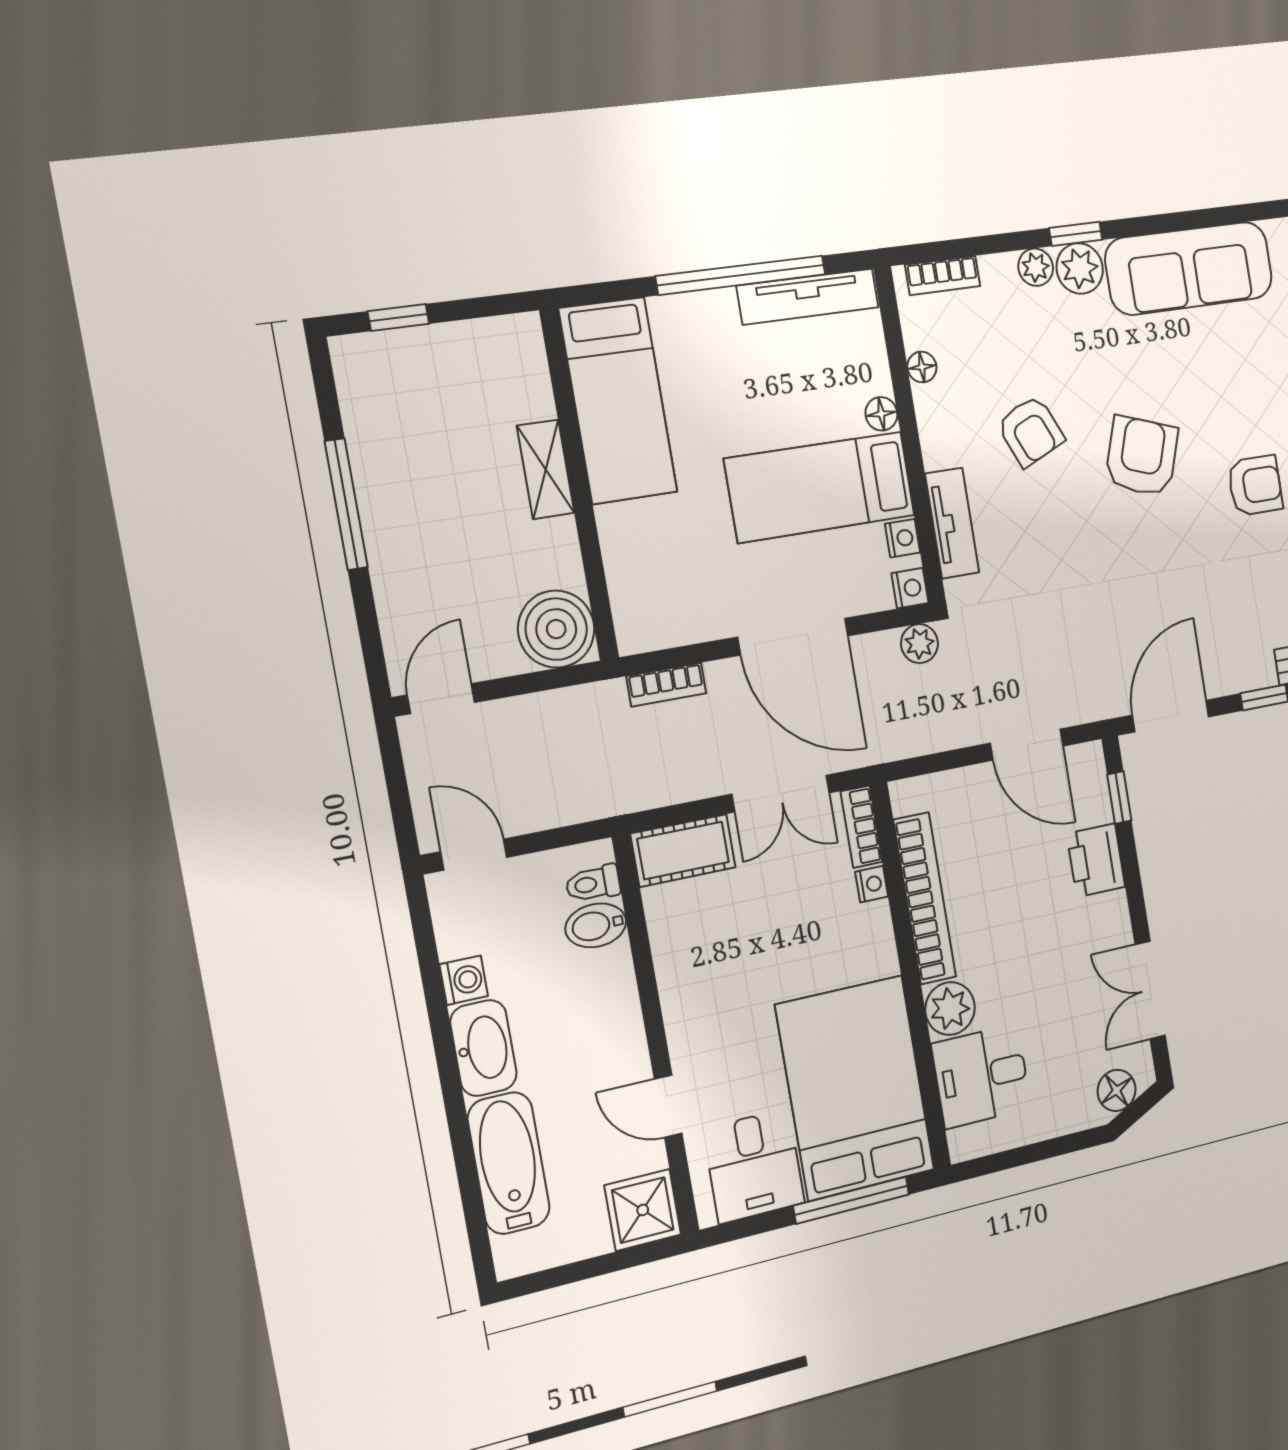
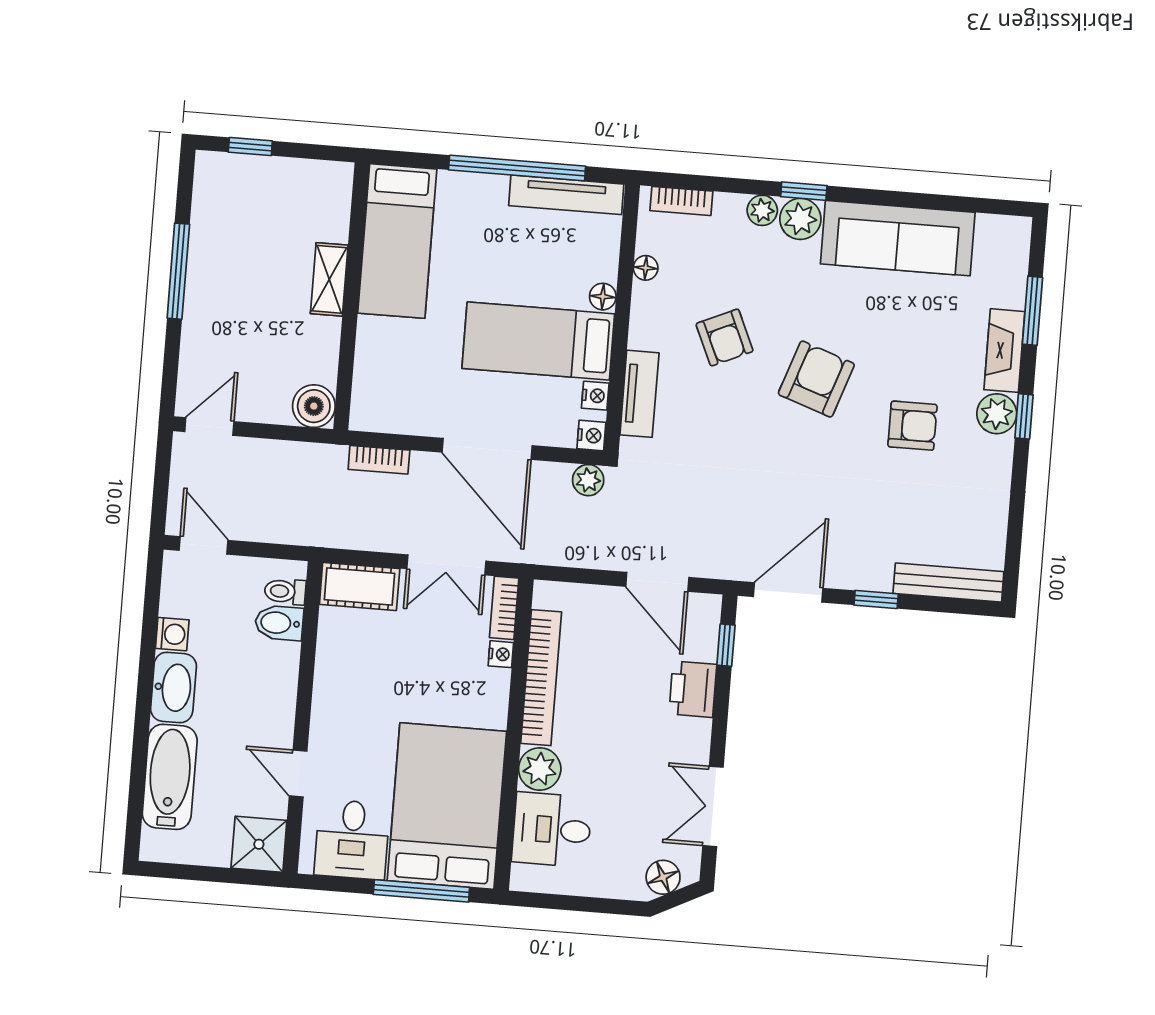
boiler: (556, 629) -> (314, 406), width x0.73, depth x0.73

